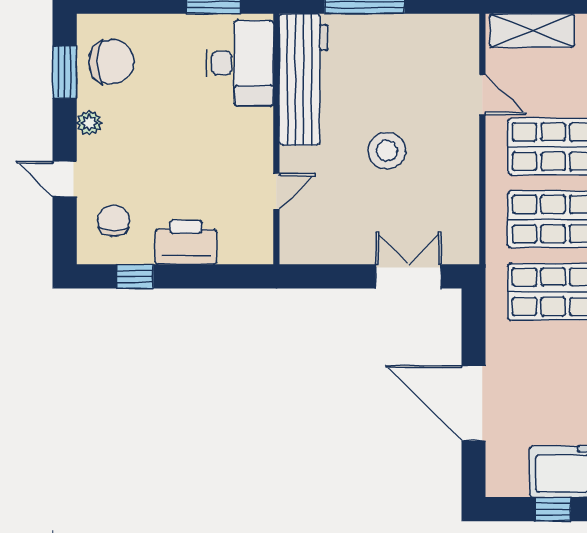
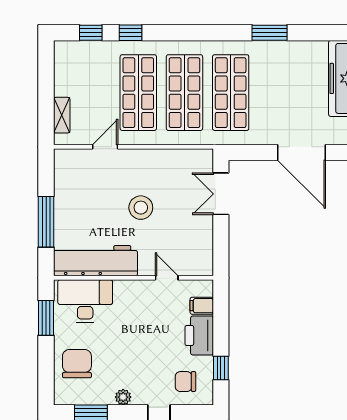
shelving: (532, 31) -> (62, 115), width x0.67, depth x0.75
chair: (111, 62) -> (77, 364), moved
filing cabinet: (233, 246) -> (202, 306), added
door: (473, 403) -> (302, 152), hinge flipped

